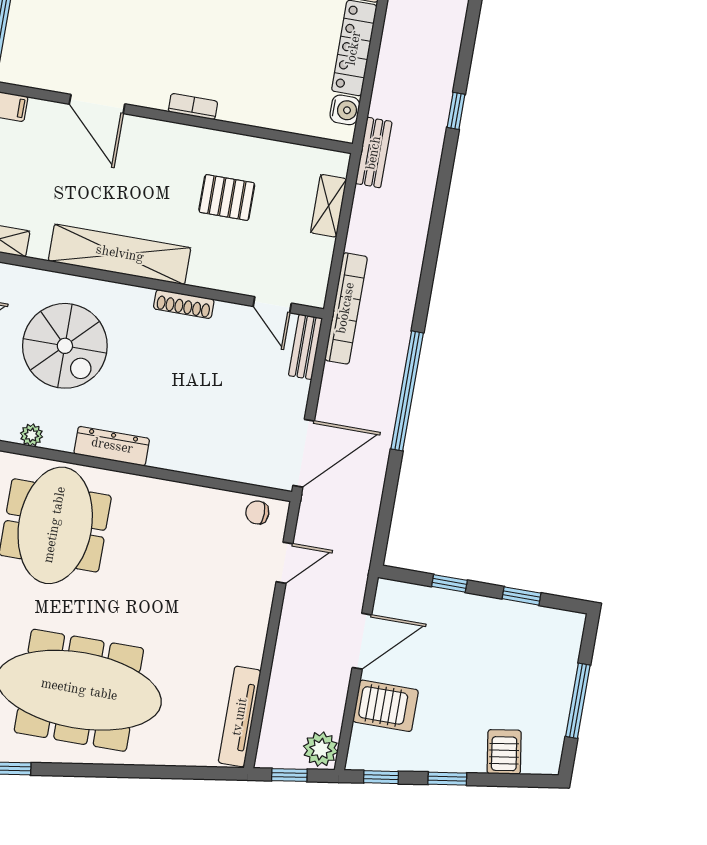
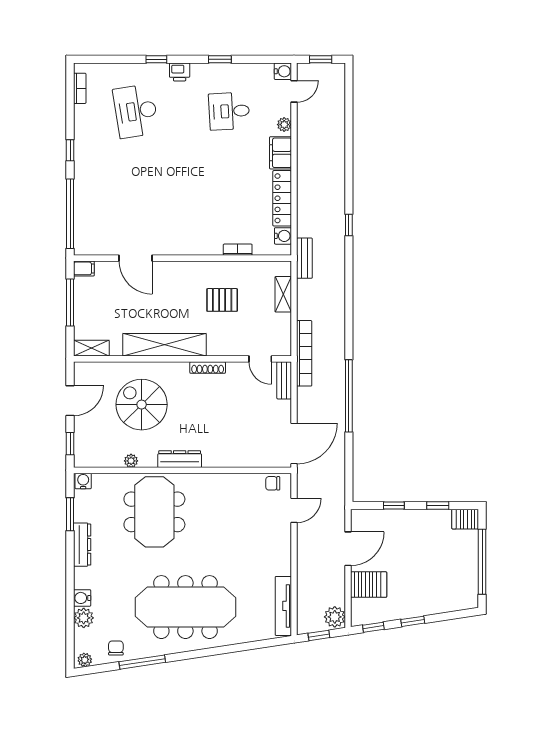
bookcase: (193, 107) -> (238, 250), moved
spiral stairs: (65, 346) -> (142, 405), turned 180
window: (578, 701) -> (482, 562), width x1.46
server rack: (504, 752) -> (465, 519), moved, turned -81

